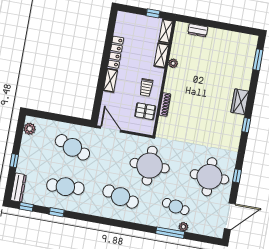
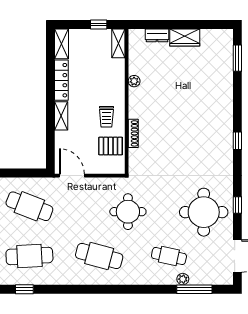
shelving: (161, 55) -> (62, 44), moved
wardrobe: (240, 102) -> (185, 37), moved, turned -90
round table: (150, 166) -> (128, 212), width x0.73, depth x0.73
window: (170, 233) -> (194, 289), moved

